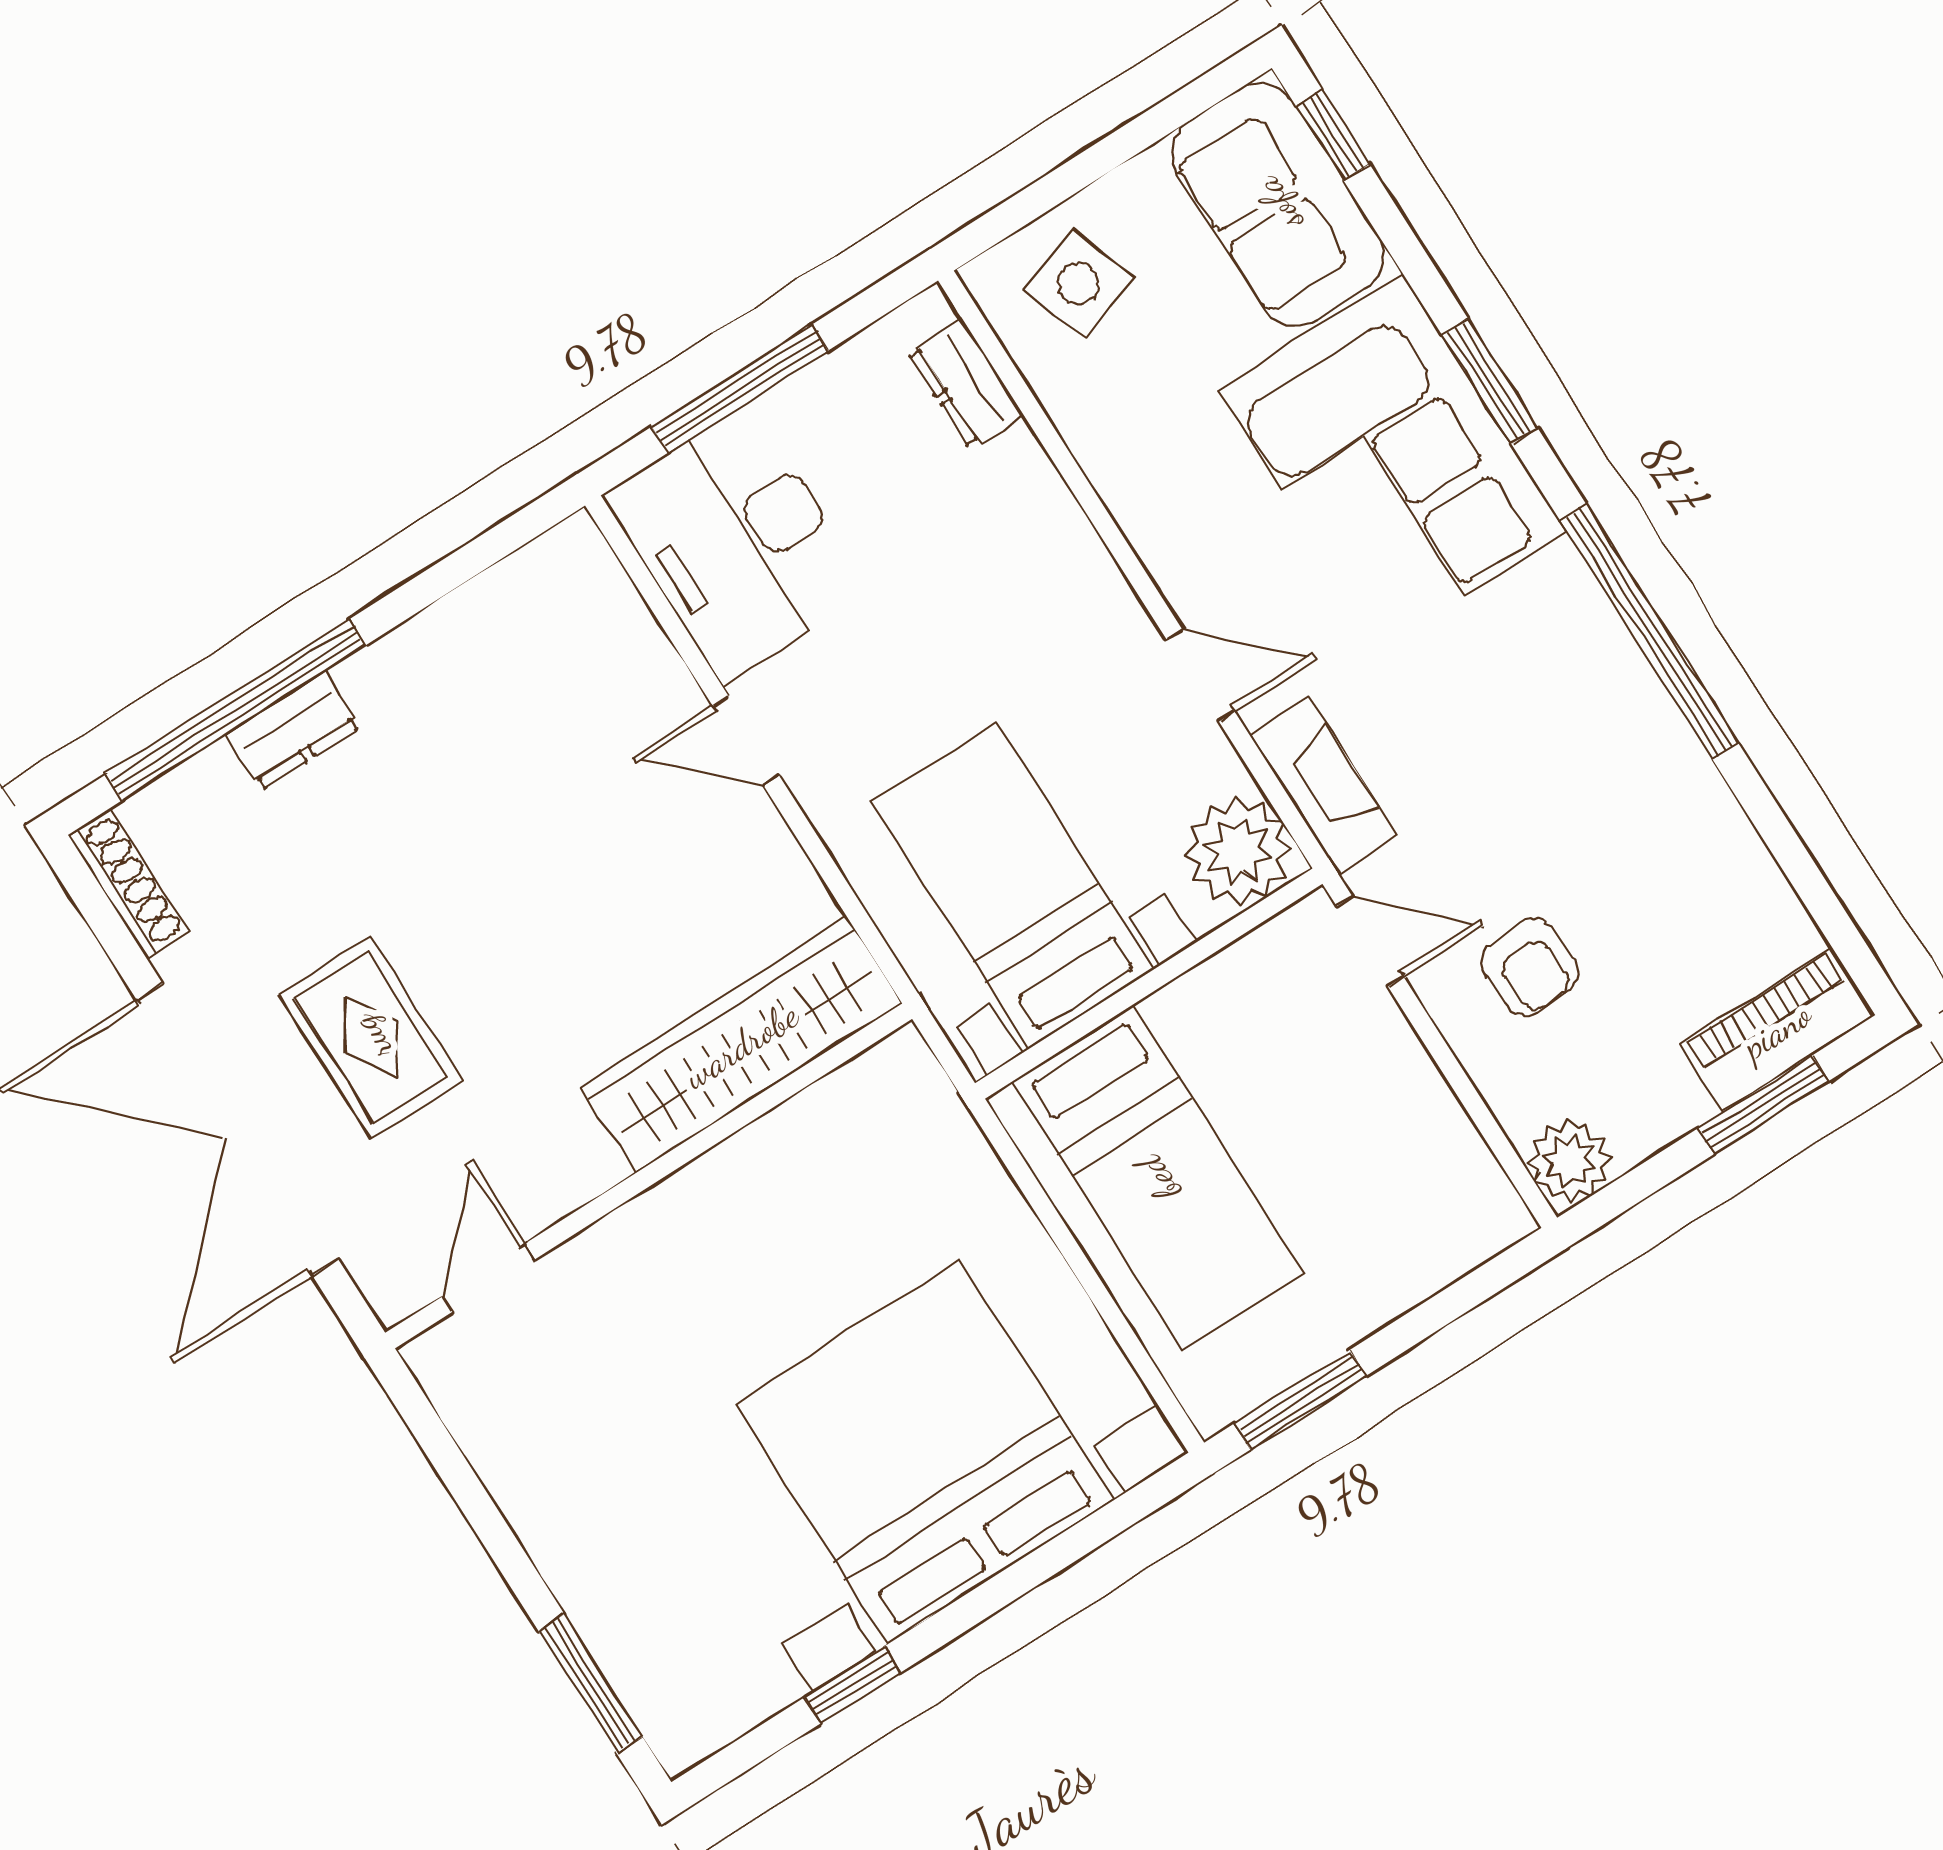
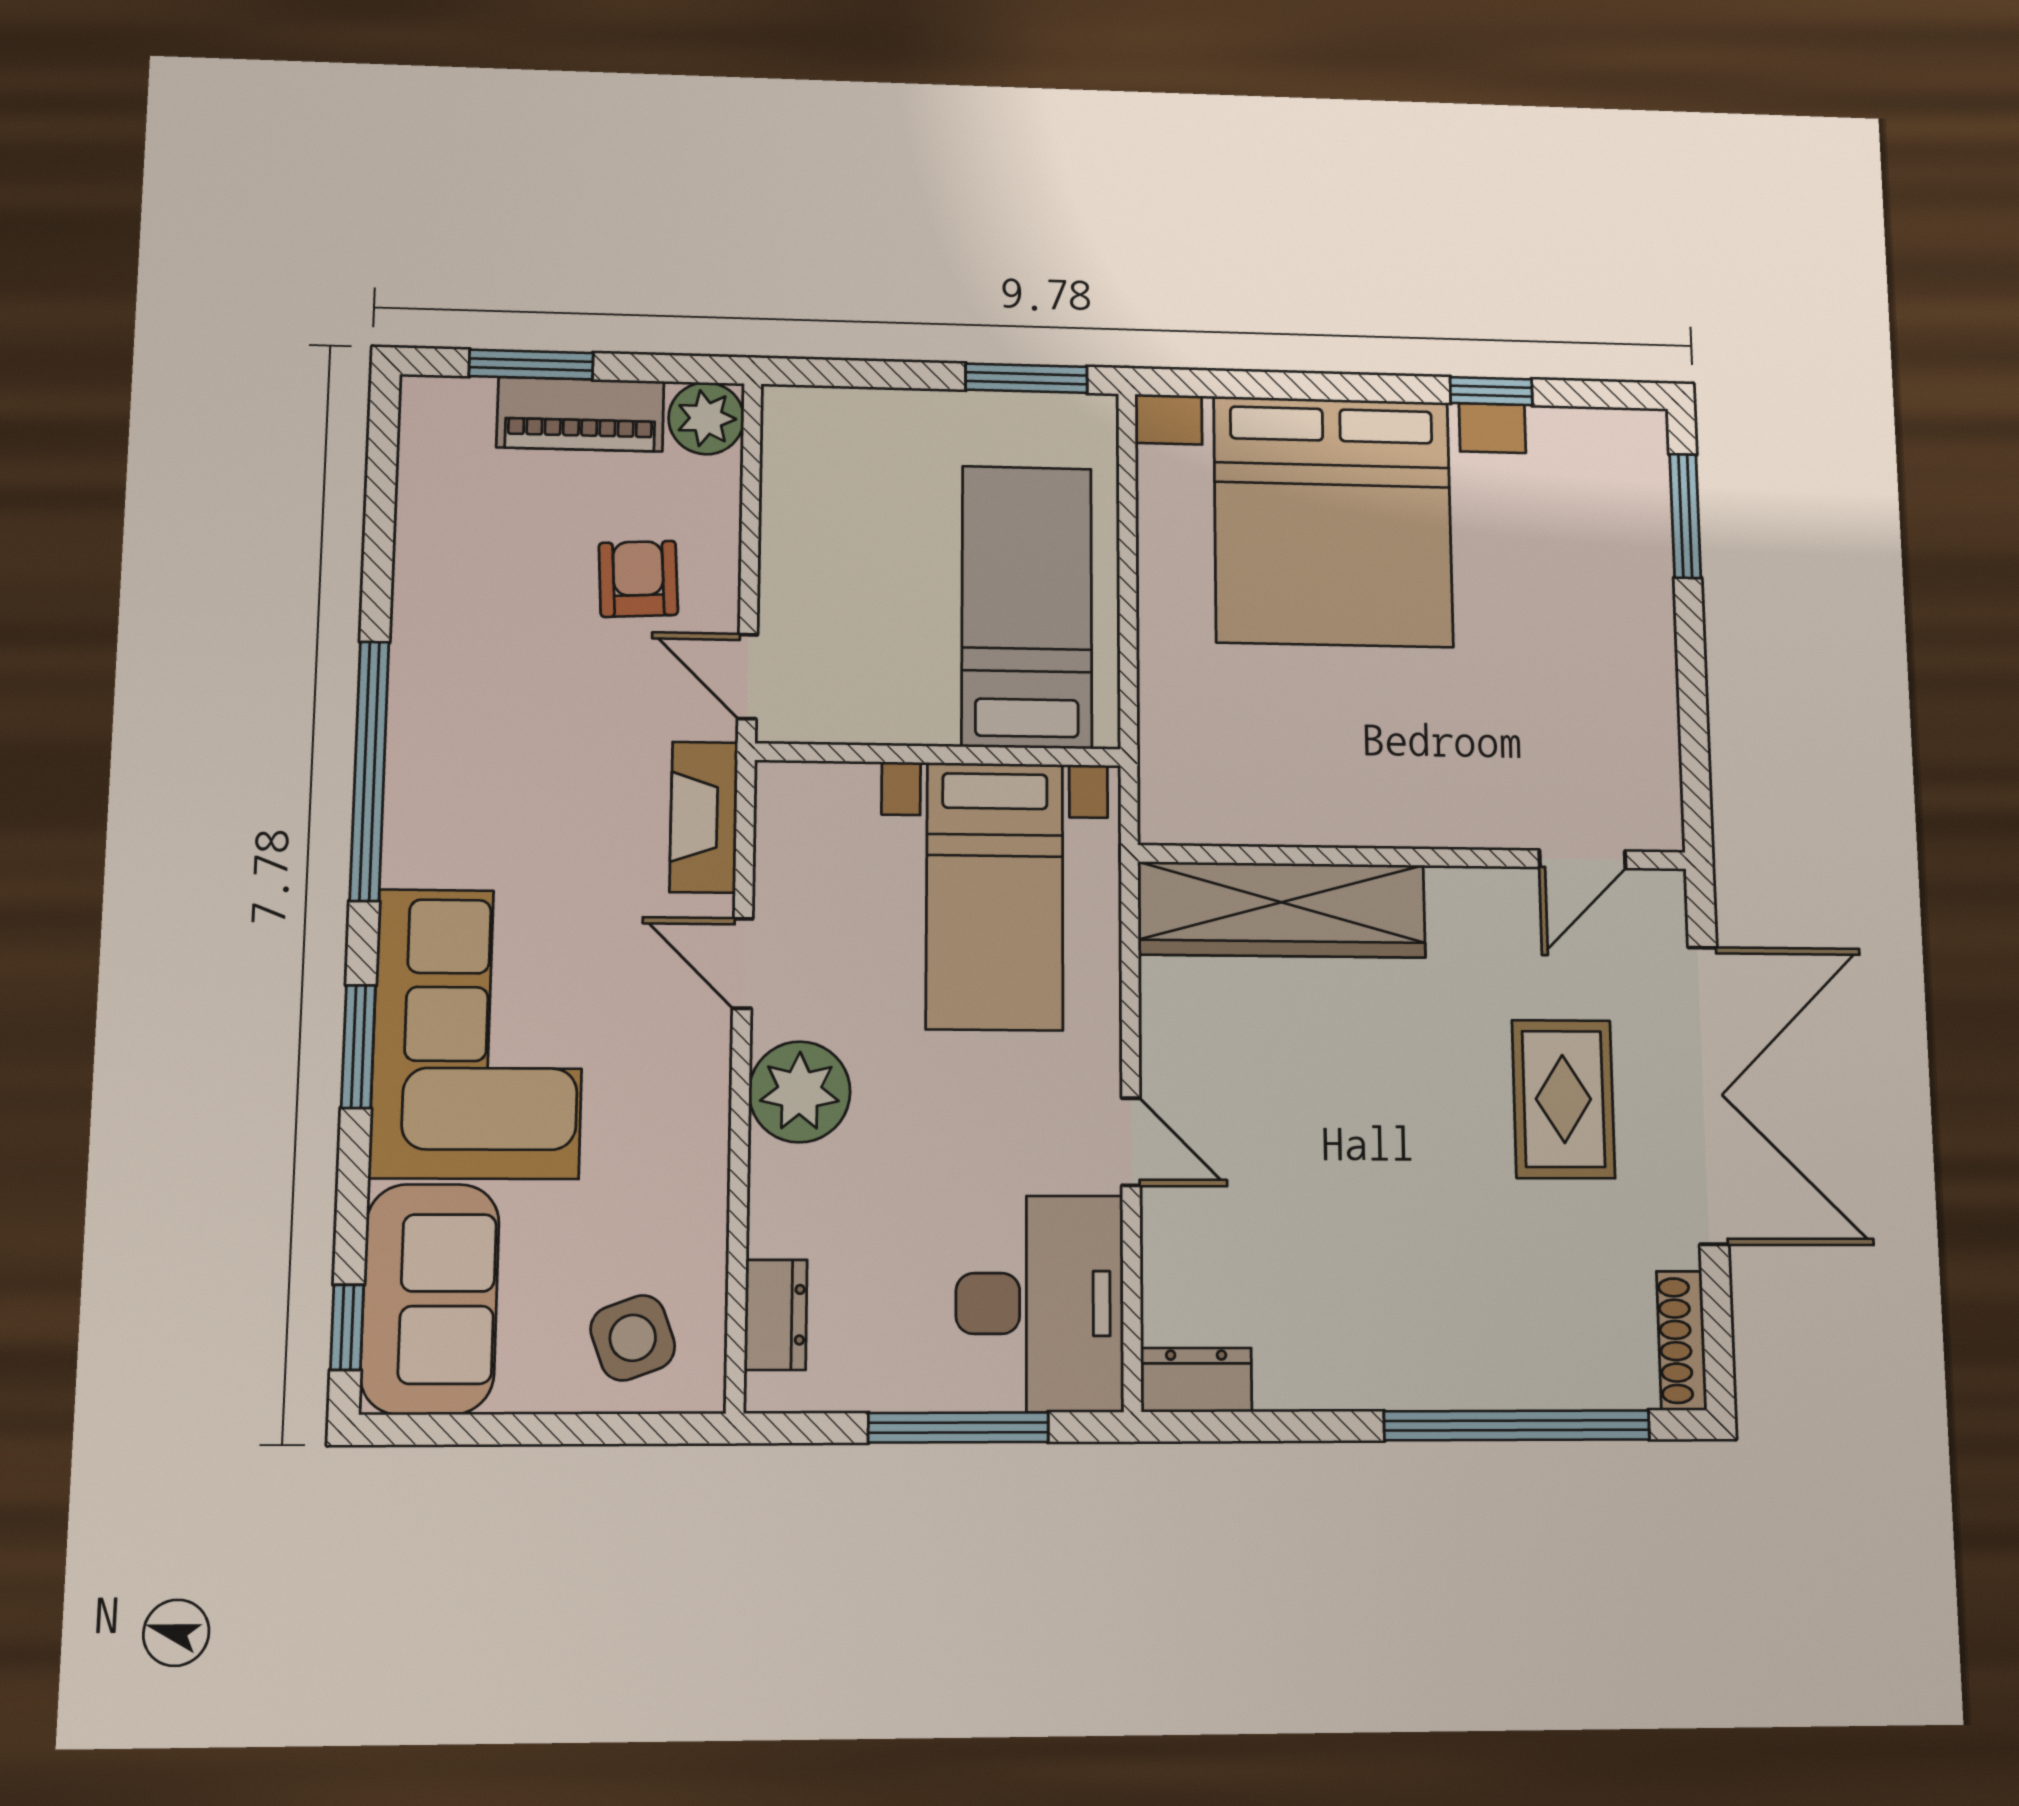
dresser: (293, 731) -> (1196, 1380), moved
plant: (1238, 851) -> (800, 1092), moved
piano: (1777, 1030) -> (580, 414), moved

